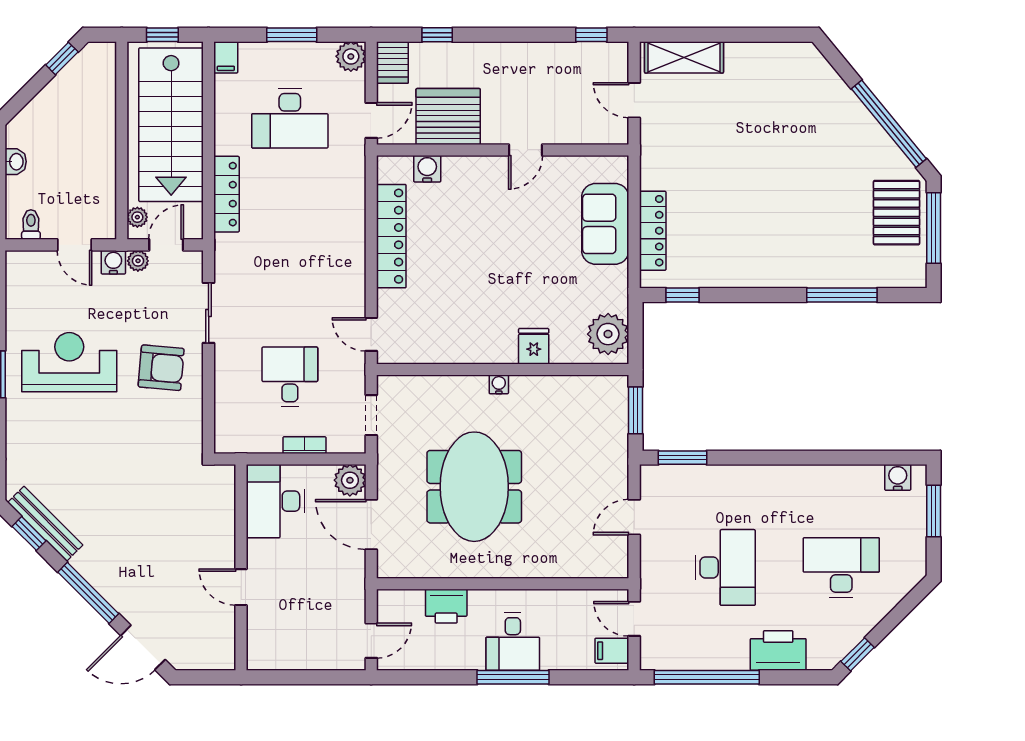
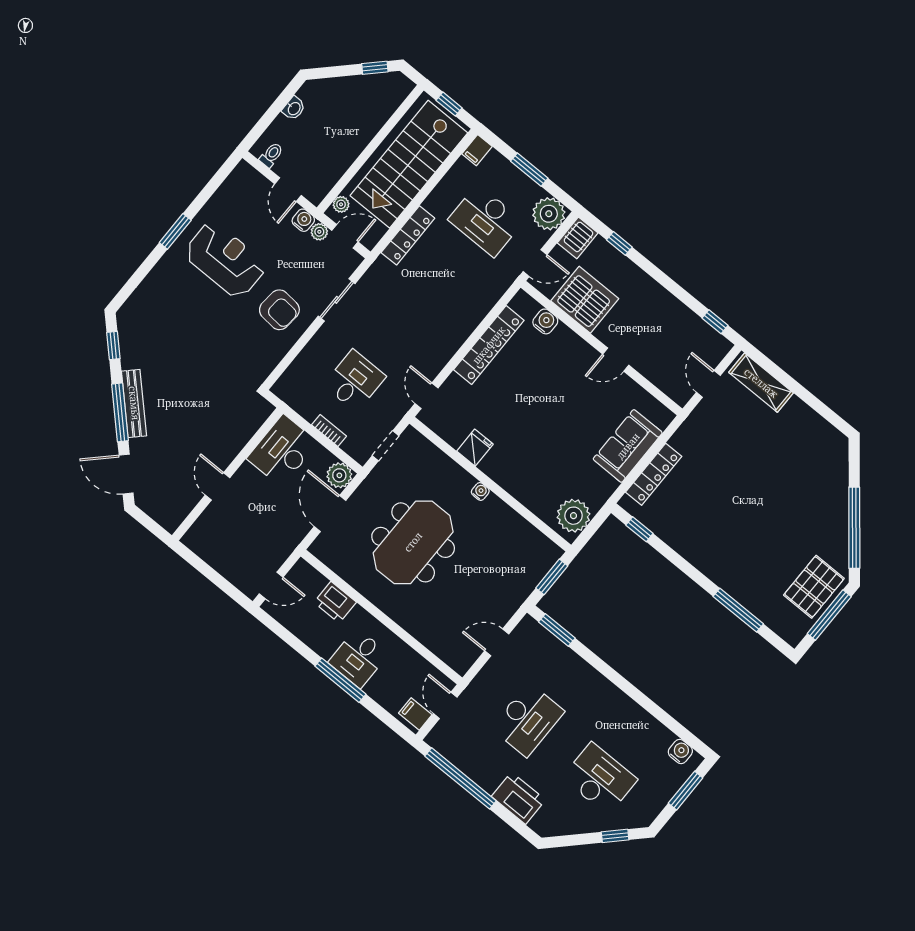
plant: (351, 56) -> (549, 214), width x1.36, depth x1.36
fridge: (534, 346) -> (475, 448), moved
bench: (45, 524) -> (134, 403), moved
window: (858, 654) -> (615, 836), moved

